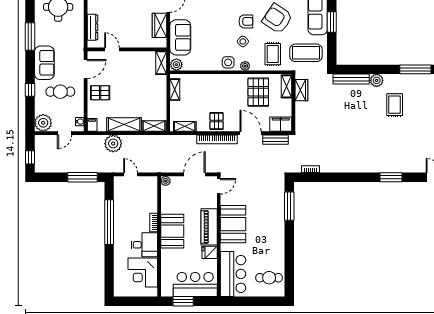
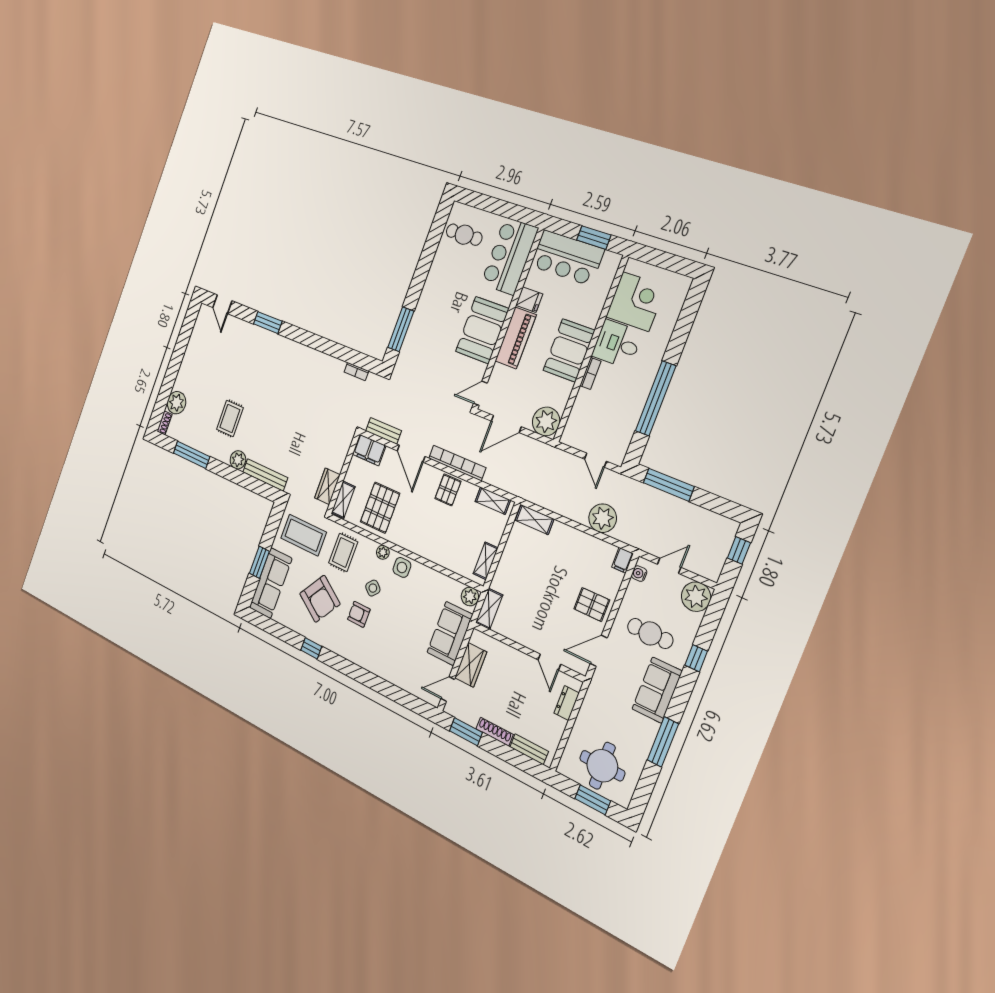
dresser: (92, 27) -> (567, 703), width x0.70
shelving: (124, 125) -> (576, 540), removed
plant: (166, 181) -> (546, 421), width x1.87, depth x1.87

